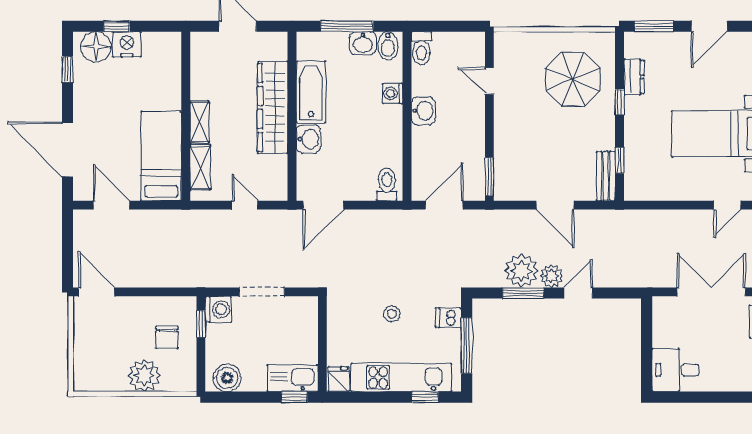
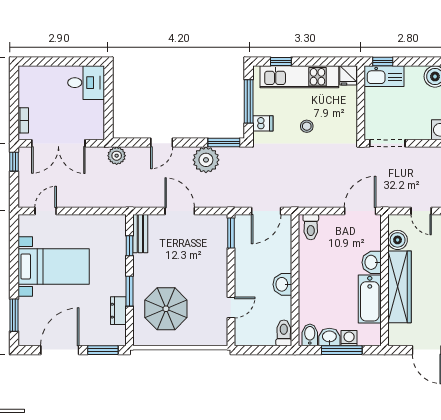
door: (709, 26) -> (60, 350), width x1.36
door: (489, 81) -> (231, 307), hinge flipped
washing machine: (393, 93) -> (349, 338), moved, turned -90
window: (620, 102) -> (130, 291), width x1.50
boiler: (275, 168) -> (398, 240), added
plant: (551, 276) -> (117, 156), moved
doorway: (262, 292) -> (387, 143), moved
window: (523, 293) -> (224, 143), moved

